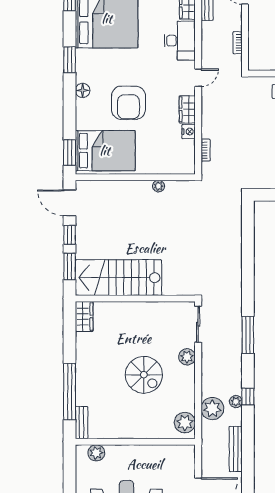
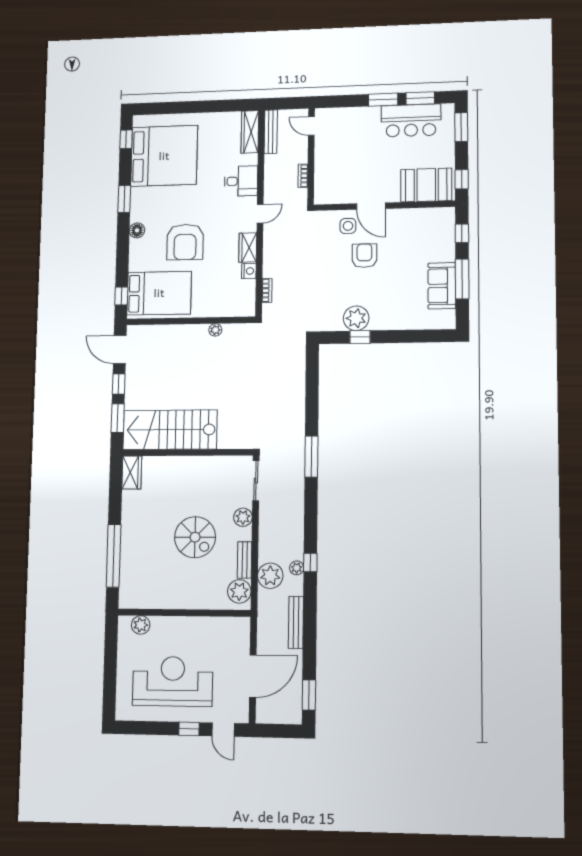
desk: (180, 41) -> (241, 181), width x0.73
window: (70, 153) -> (121, 296), width x0.67
window: (248, 335) -> (311, 457), moved
bench: (82, 423) -> (245, 560), moved

